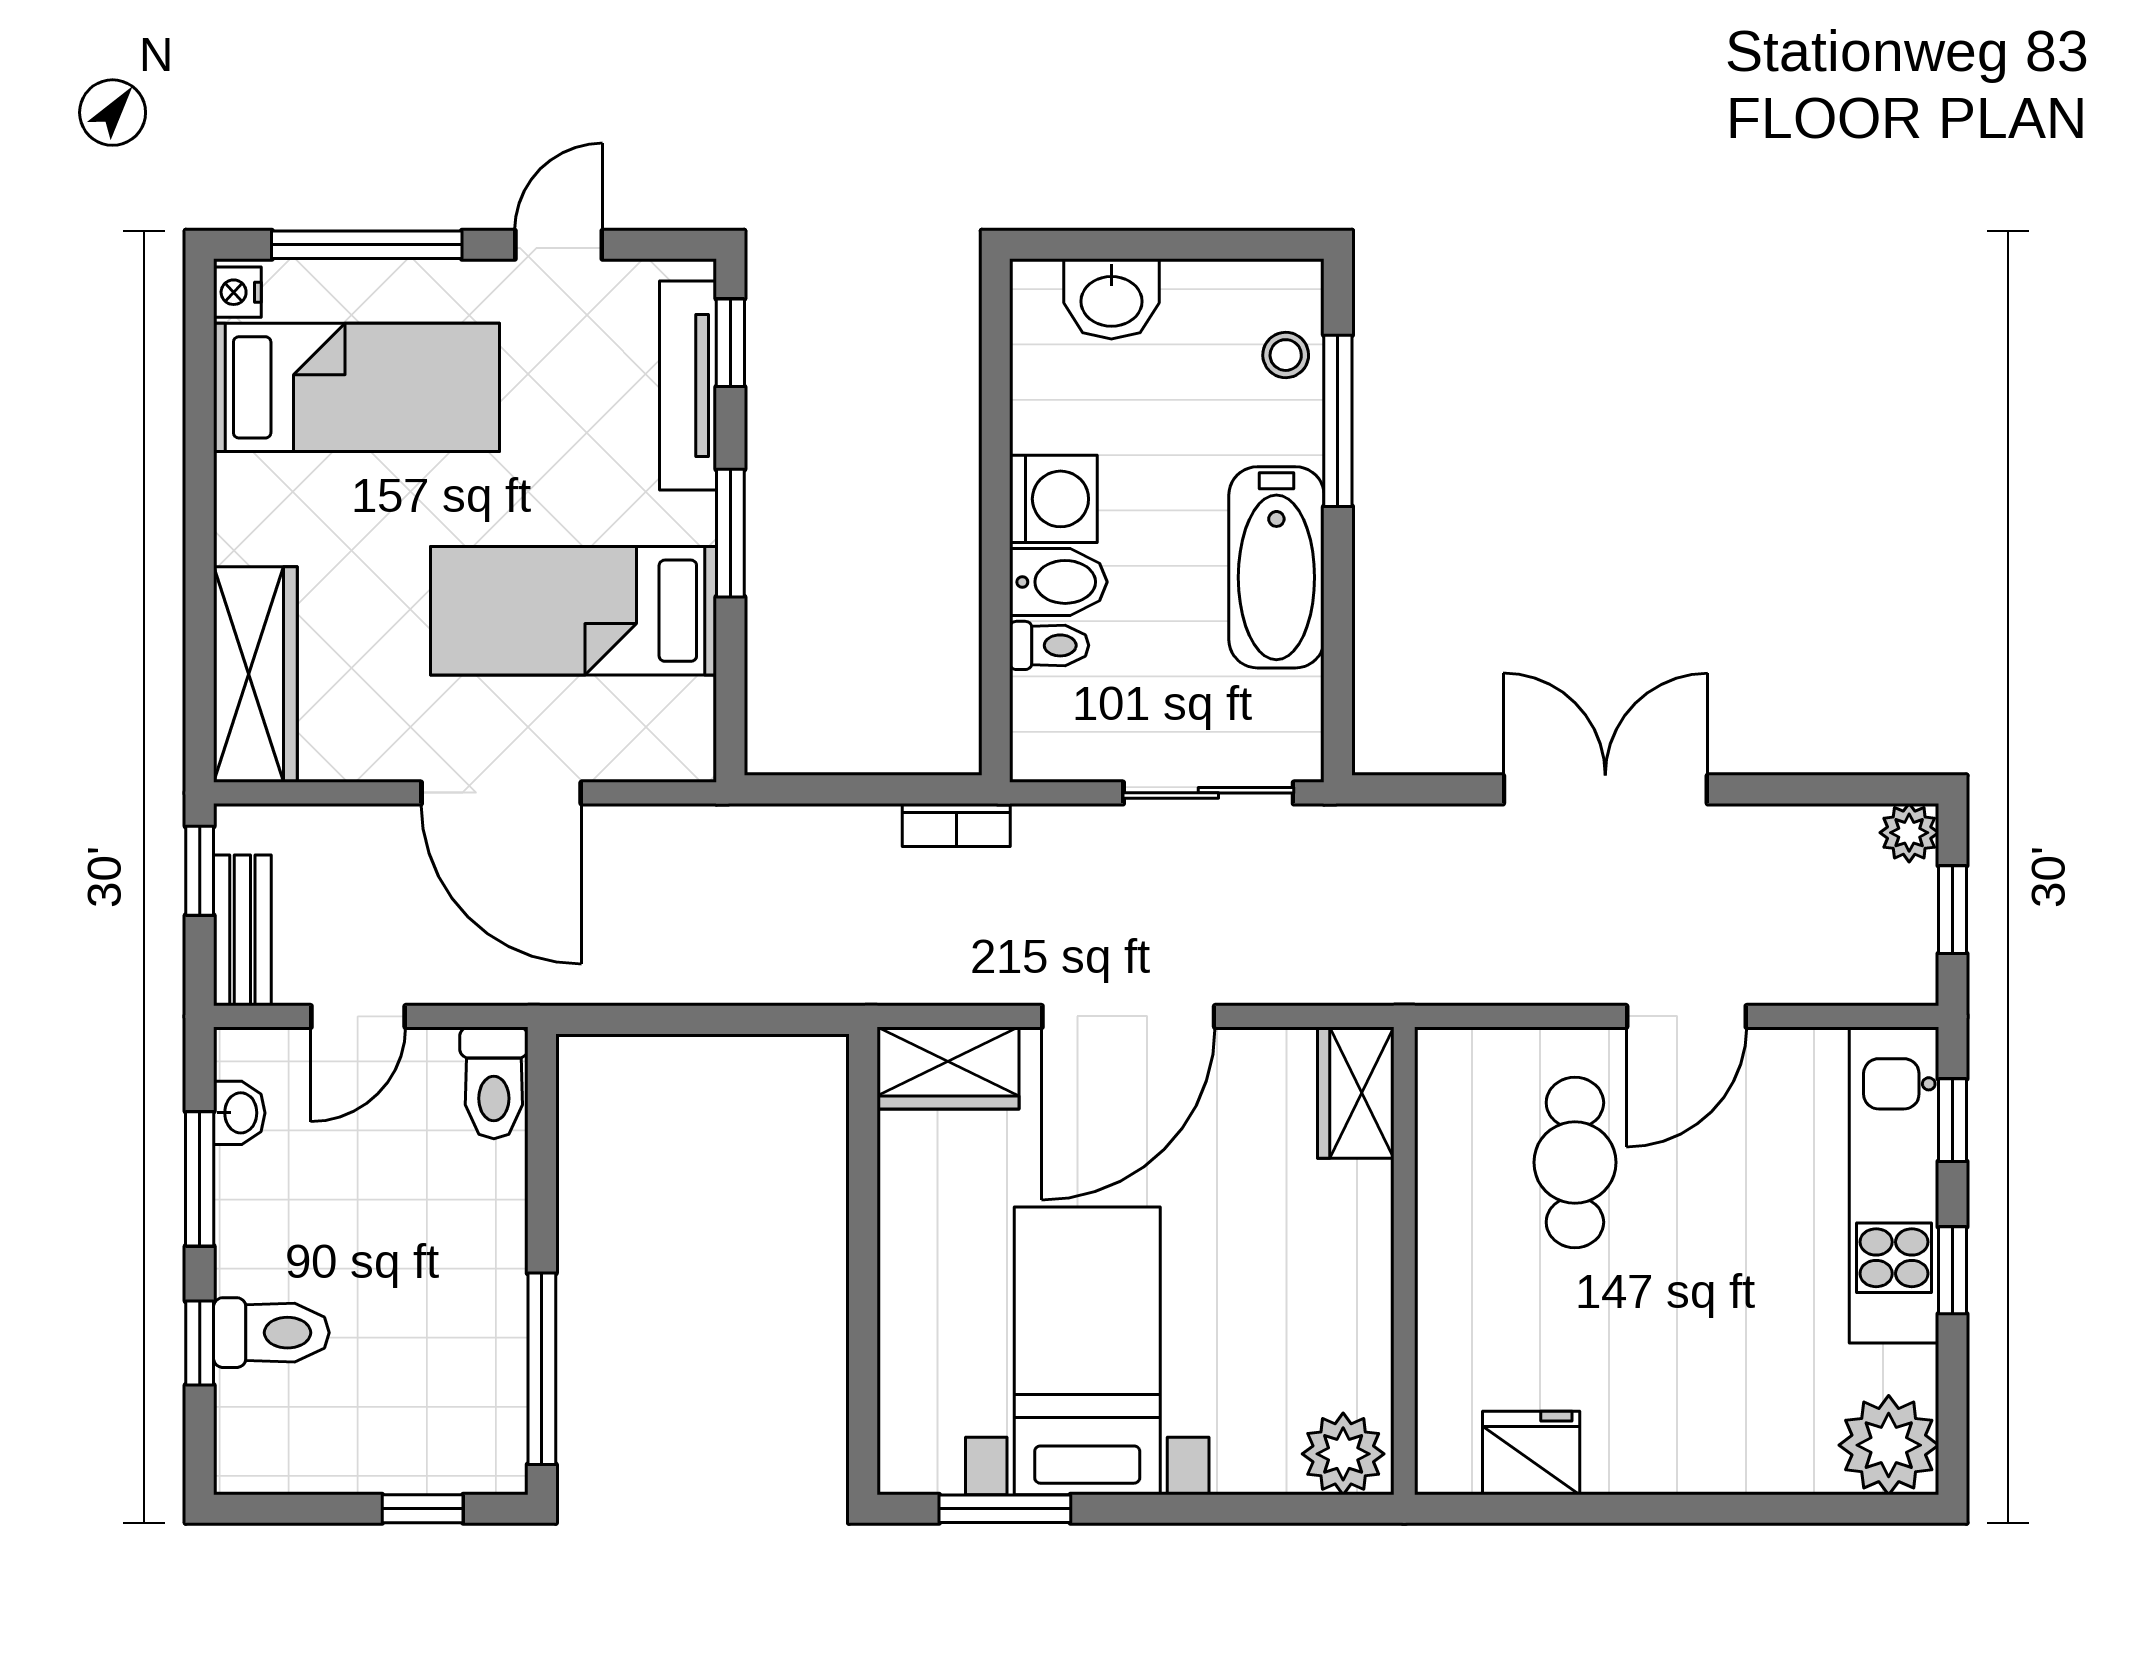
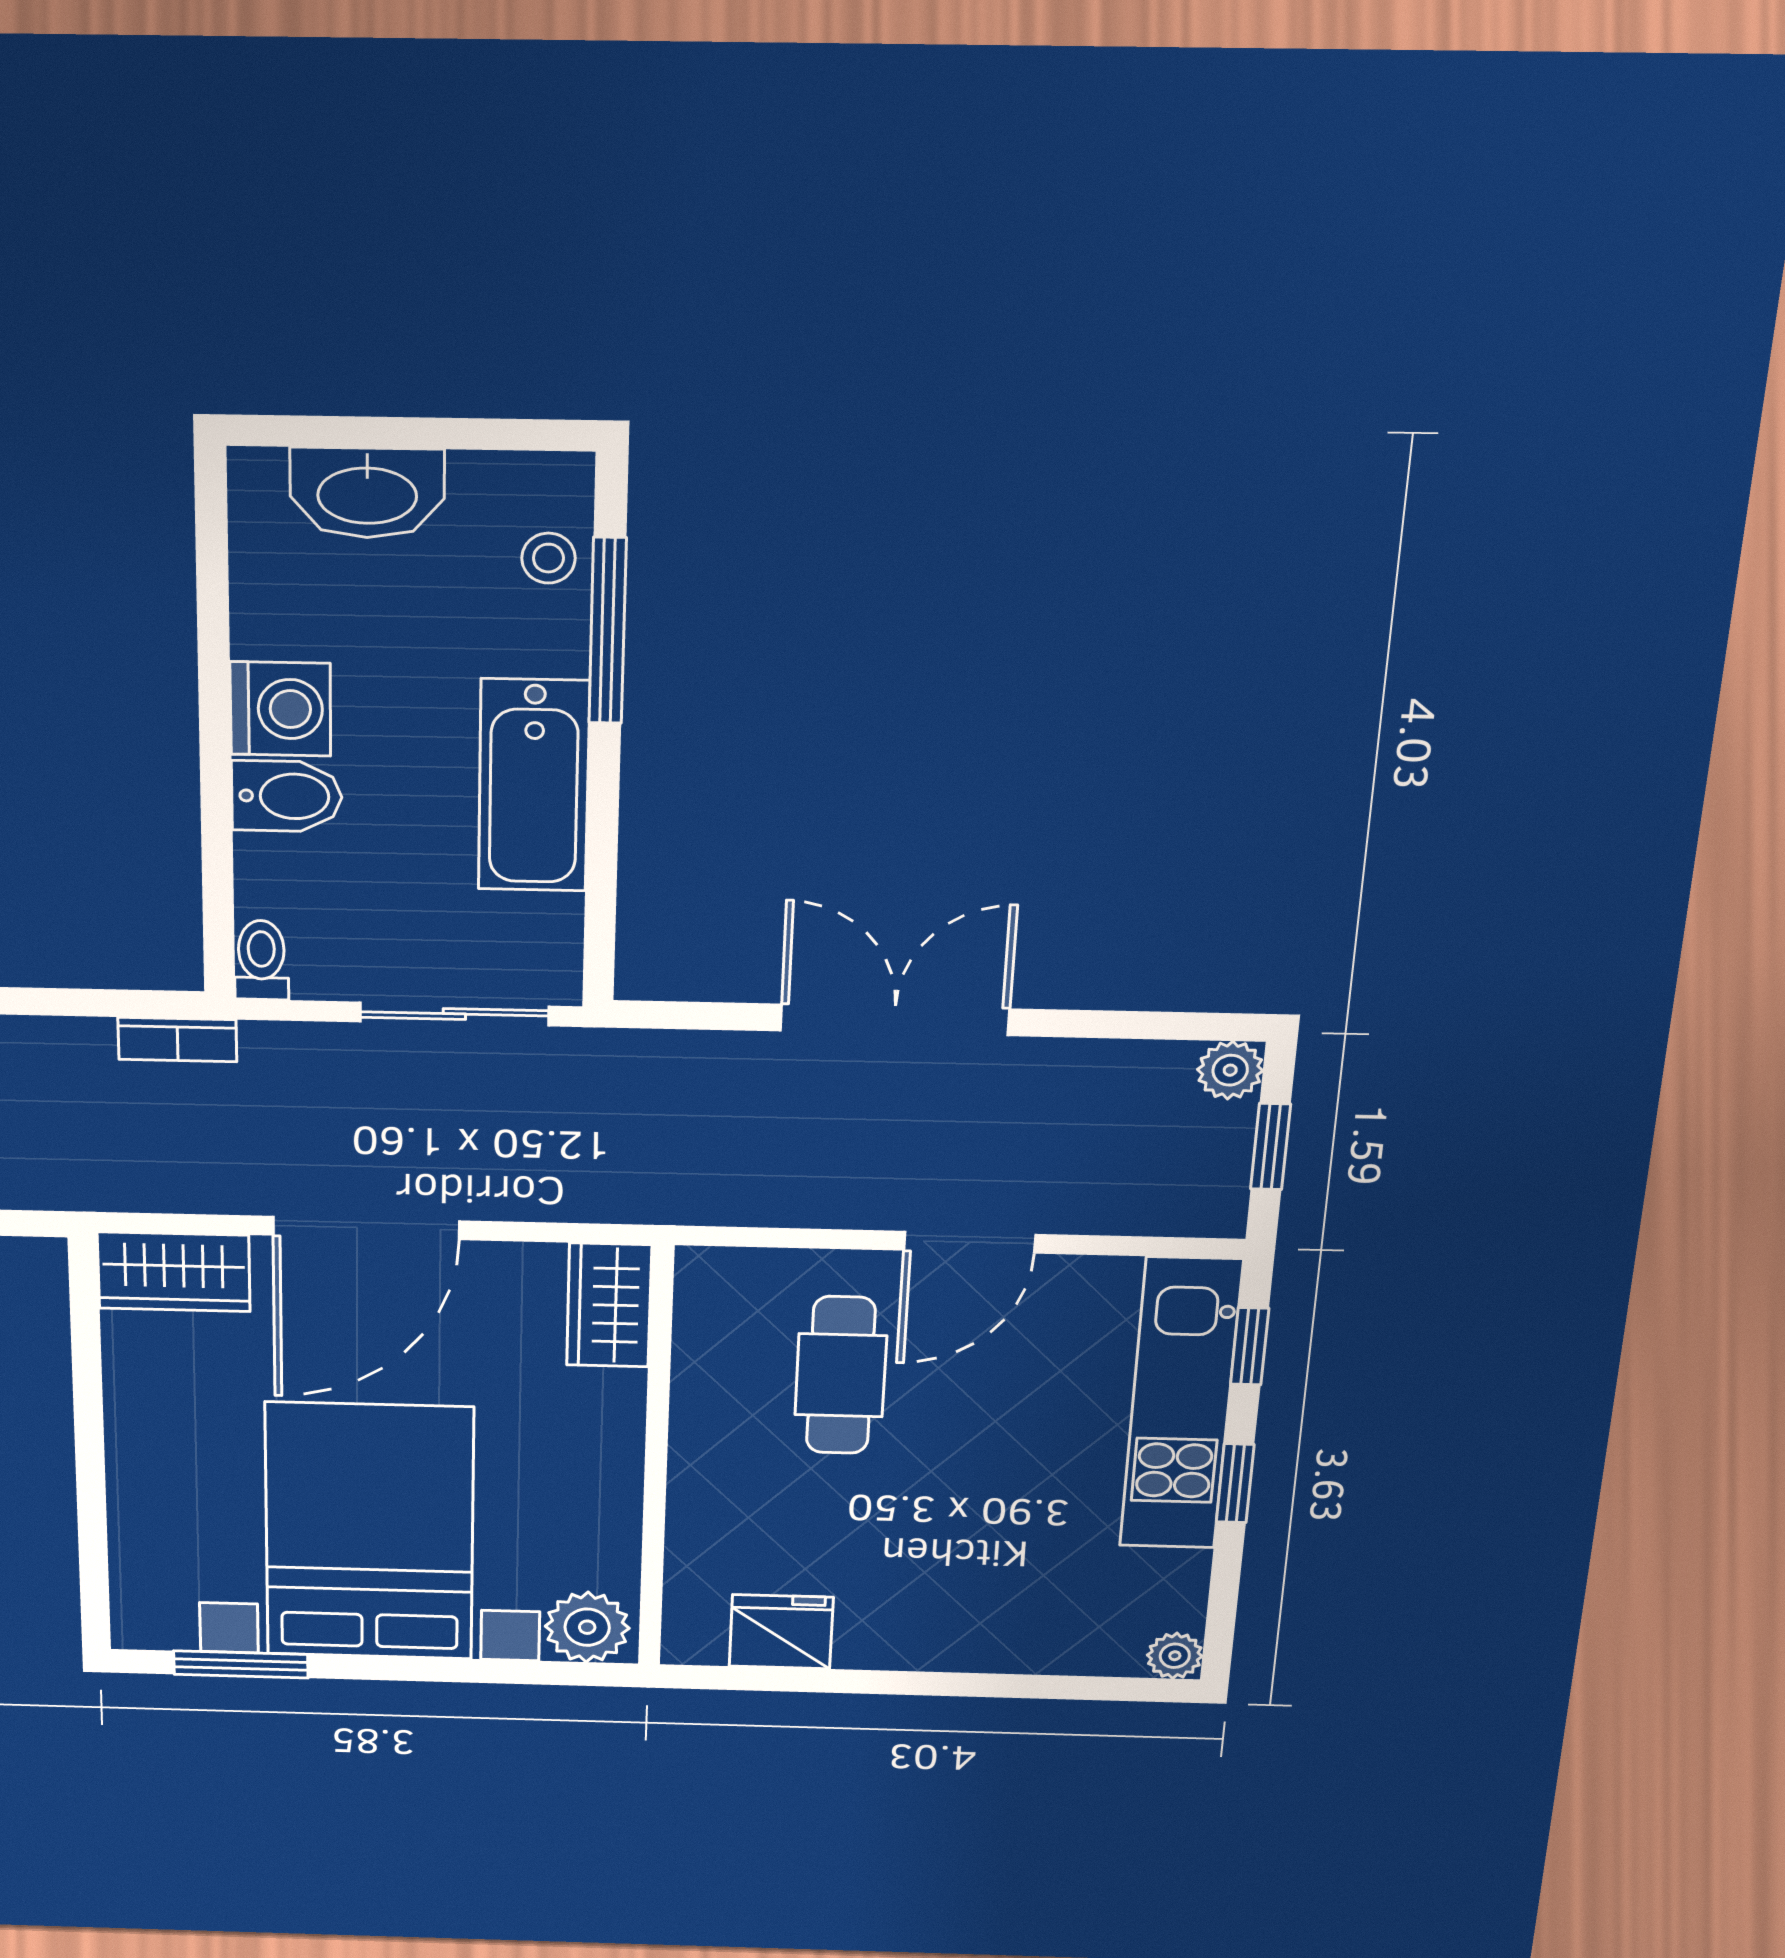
washbasin: (1111, 299) -> (367, 493), width x1.38
toilet: (1049, 645) -> (261, 960), moved, turned -90
bed with nightstands: (1087, 1351) -> (369, 1532), width x1.36
plant: (1889, 1445) -> (1175, 1656), width x0.53, depth x0.53

